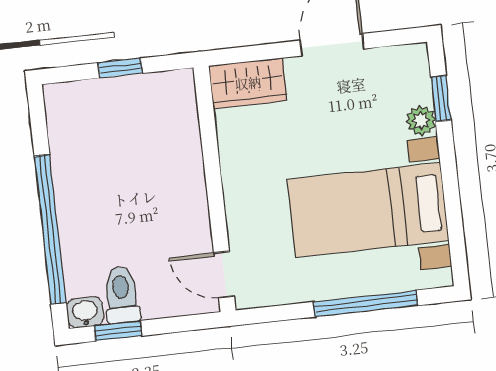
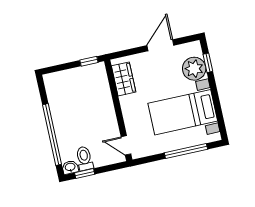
window: (120, 68) -> (89, 61), moved
wardrobe: (248, 83) -> (124, 79), moved, turned -90
plant: (421, 121) -> (194, 69), width x1.88, depth x1.88

